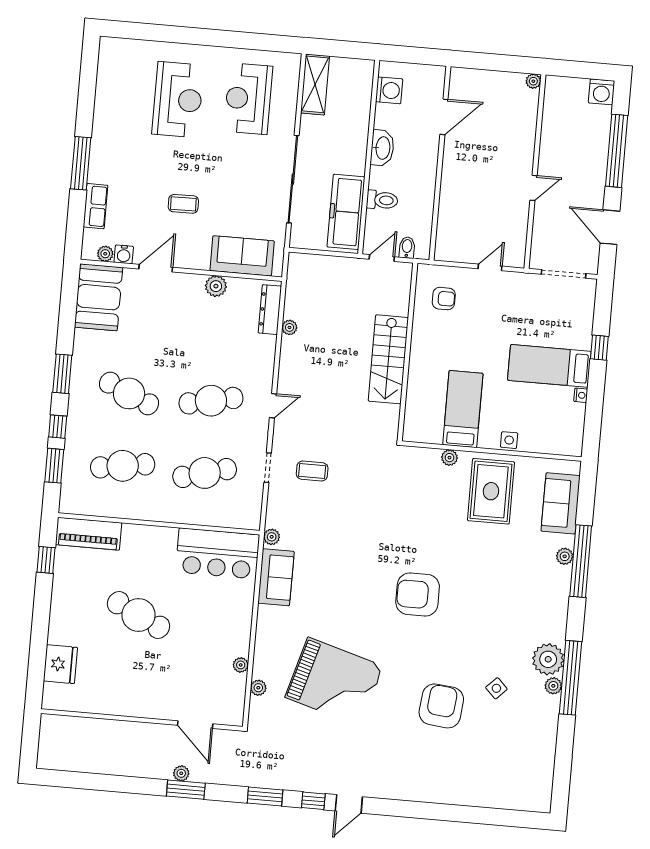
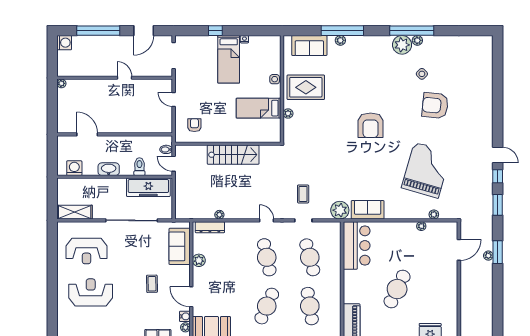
plant: (272, 537) -> (340, 210), width x1.88, depth x1.88

